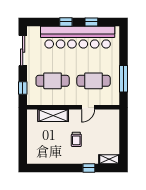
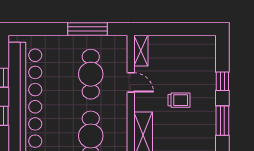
shelving: (109, 159) -> (141, 51), moved
window: (63, 168) -> (222, 121), added

